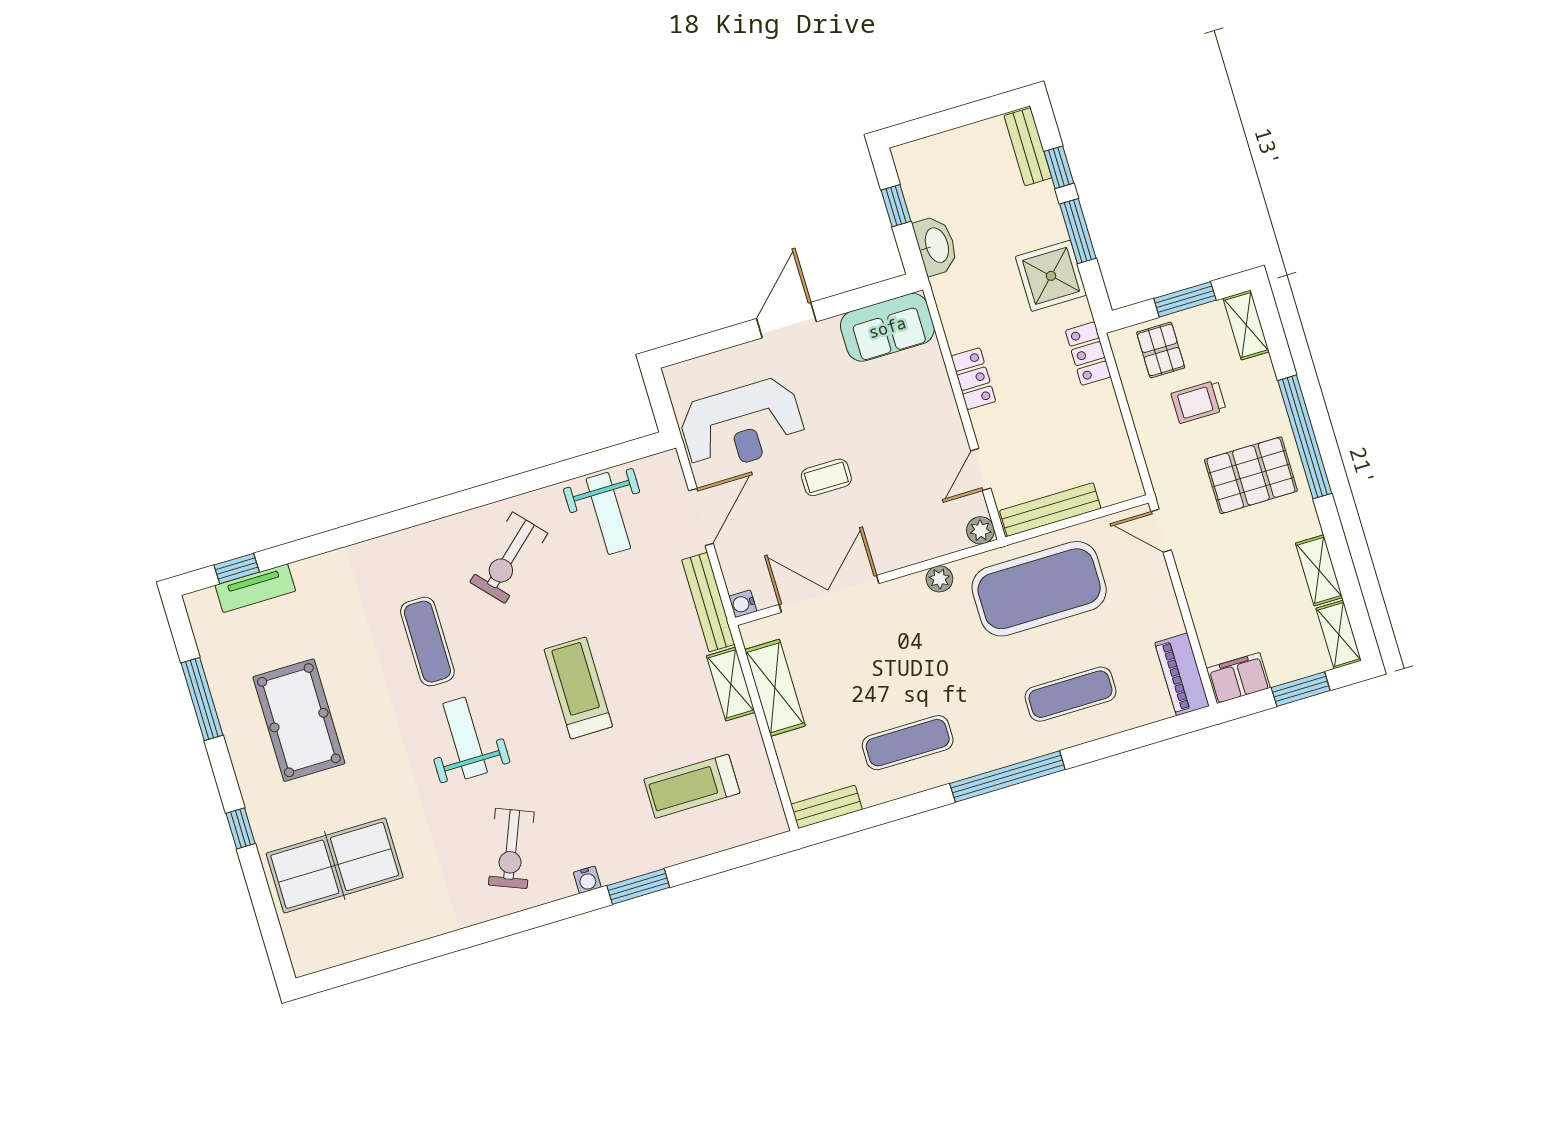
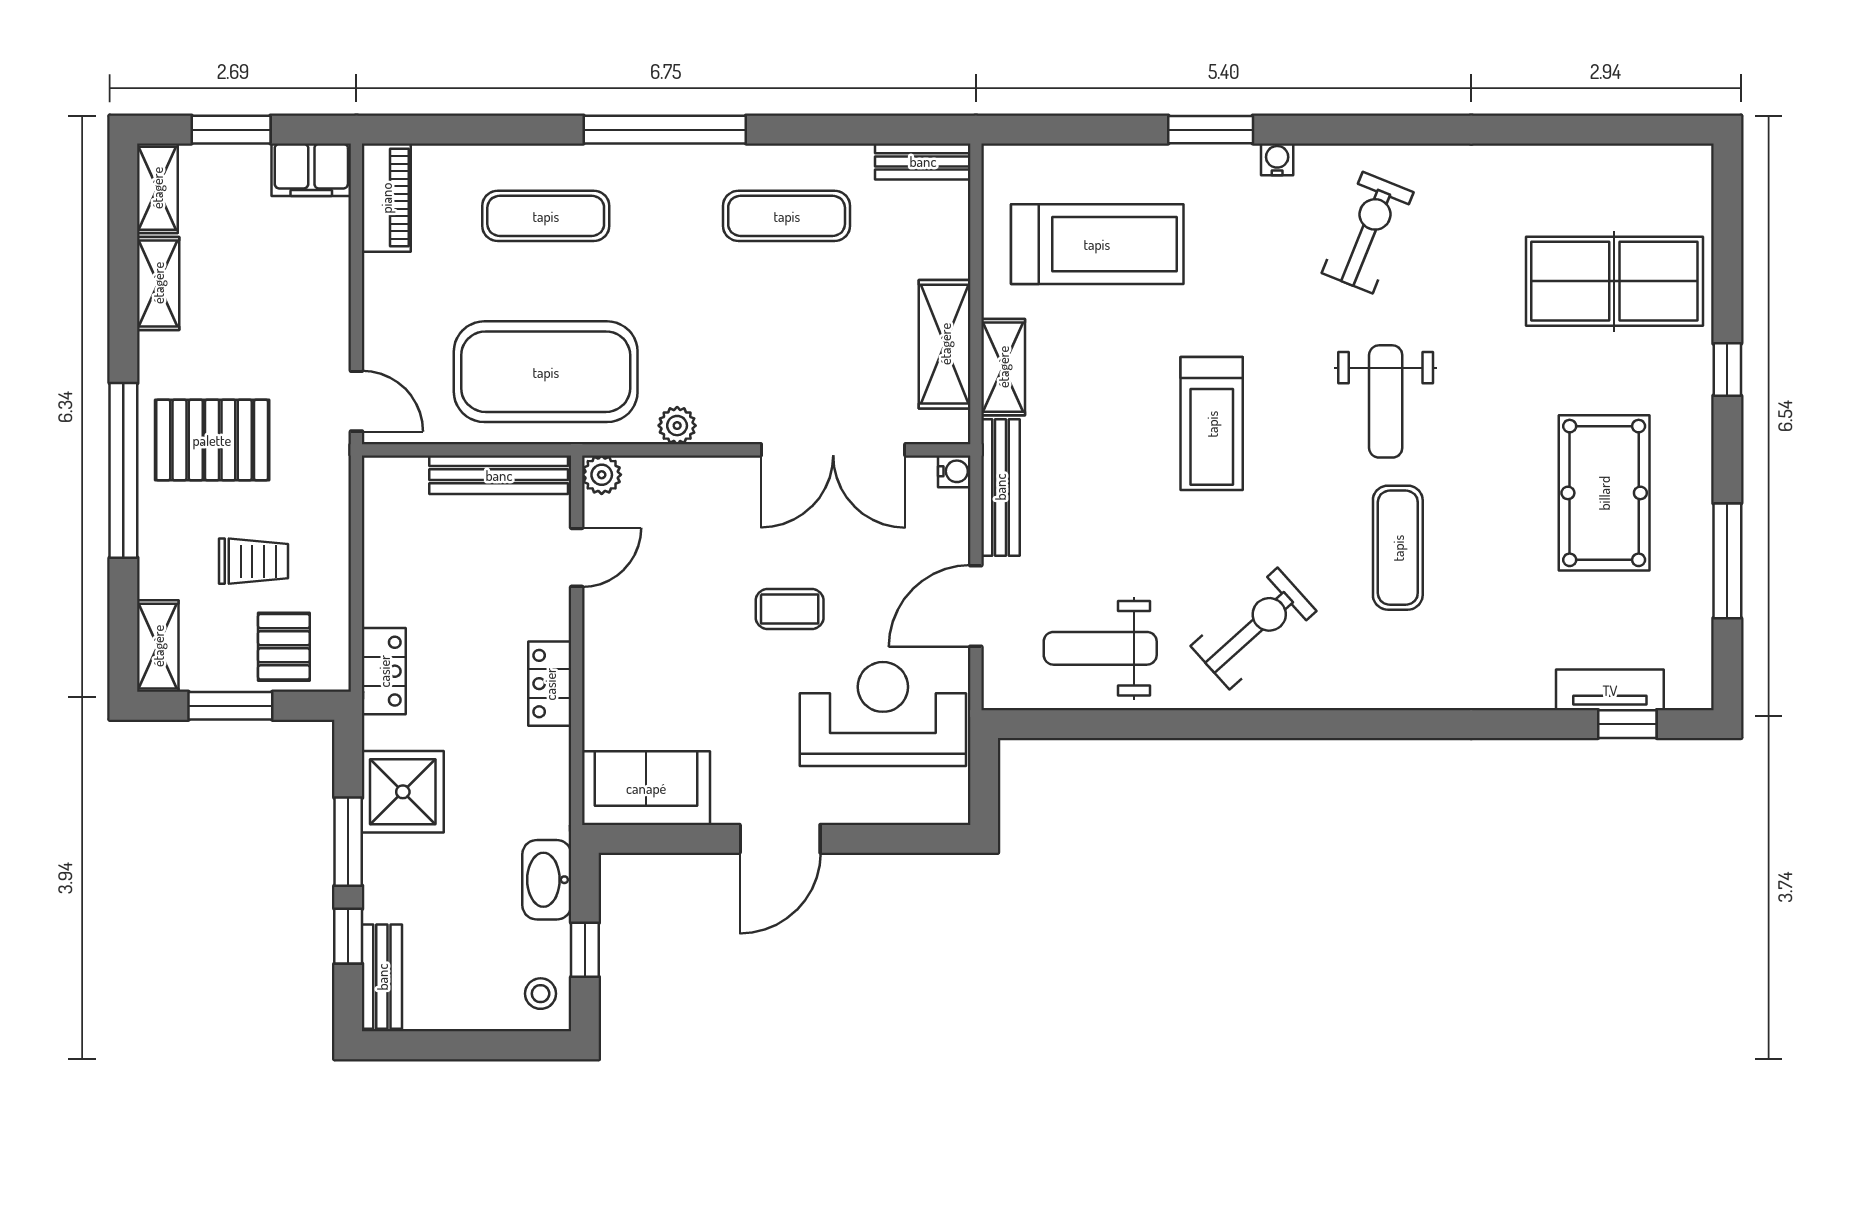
stool: (917, 167) -> (541, 994), added
weight bench: (608, 513) -> (1100, 648), turned -90
treadmill: (692, 786) -> (1097, 244), width x1.37, depth x1.38

